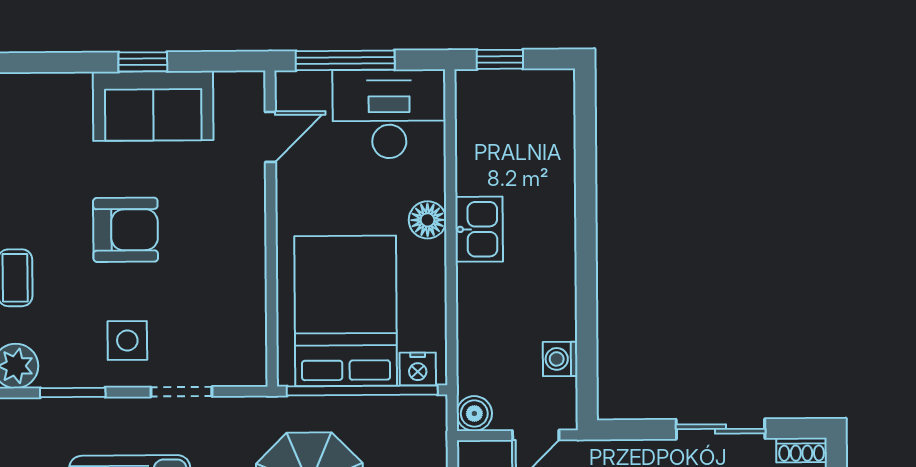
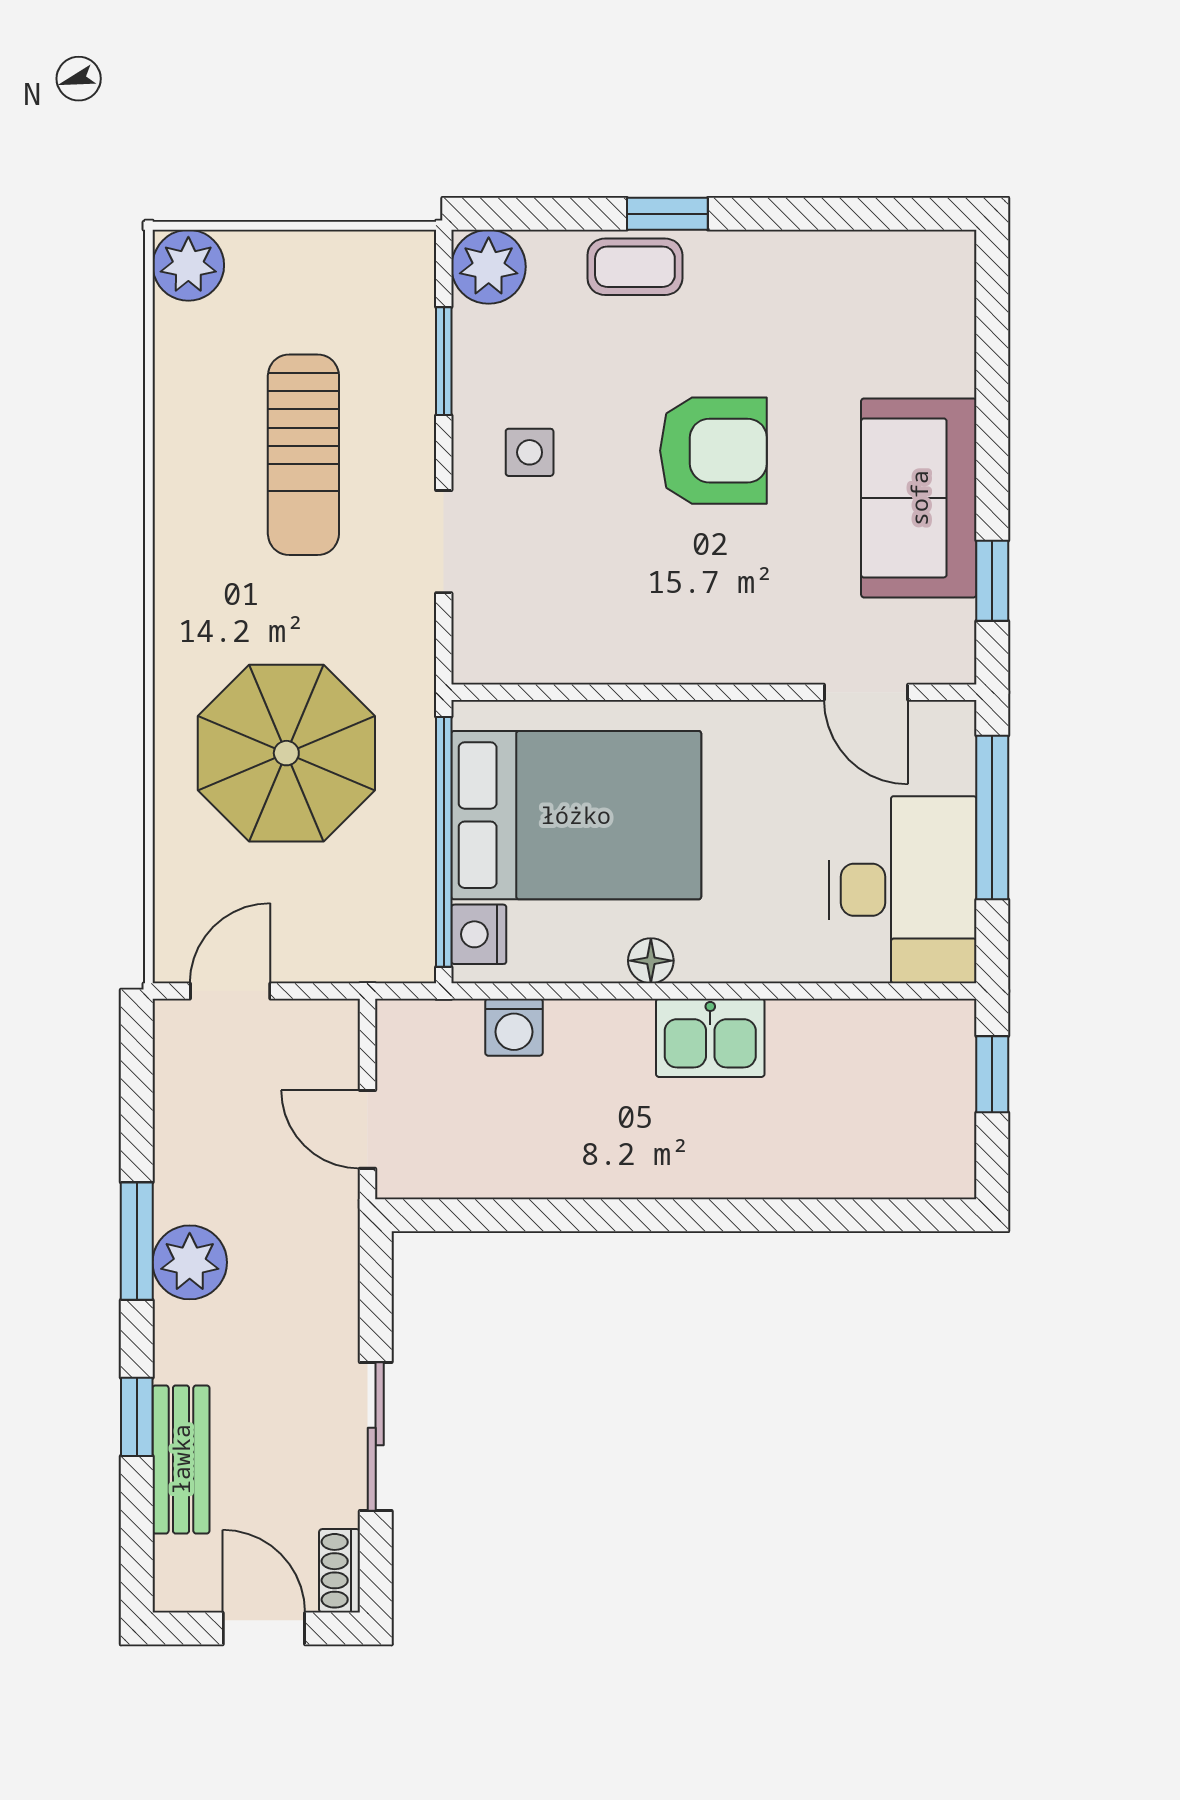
window: (143, 62) -> (992, 581), moved
floor lamp: (428, 220) -> (651, 961), moved, width x0.73, depth x0.73
armchair: (126, 230) -> (713, 451), turned -90
side table: (127, 340) -> (530, 452), width x0.73, depth x0.73
washing machine: (560, 359) -> (514, 1027), moved, turned 180
boiler: (474, 414) -> (404, 1028), removed

